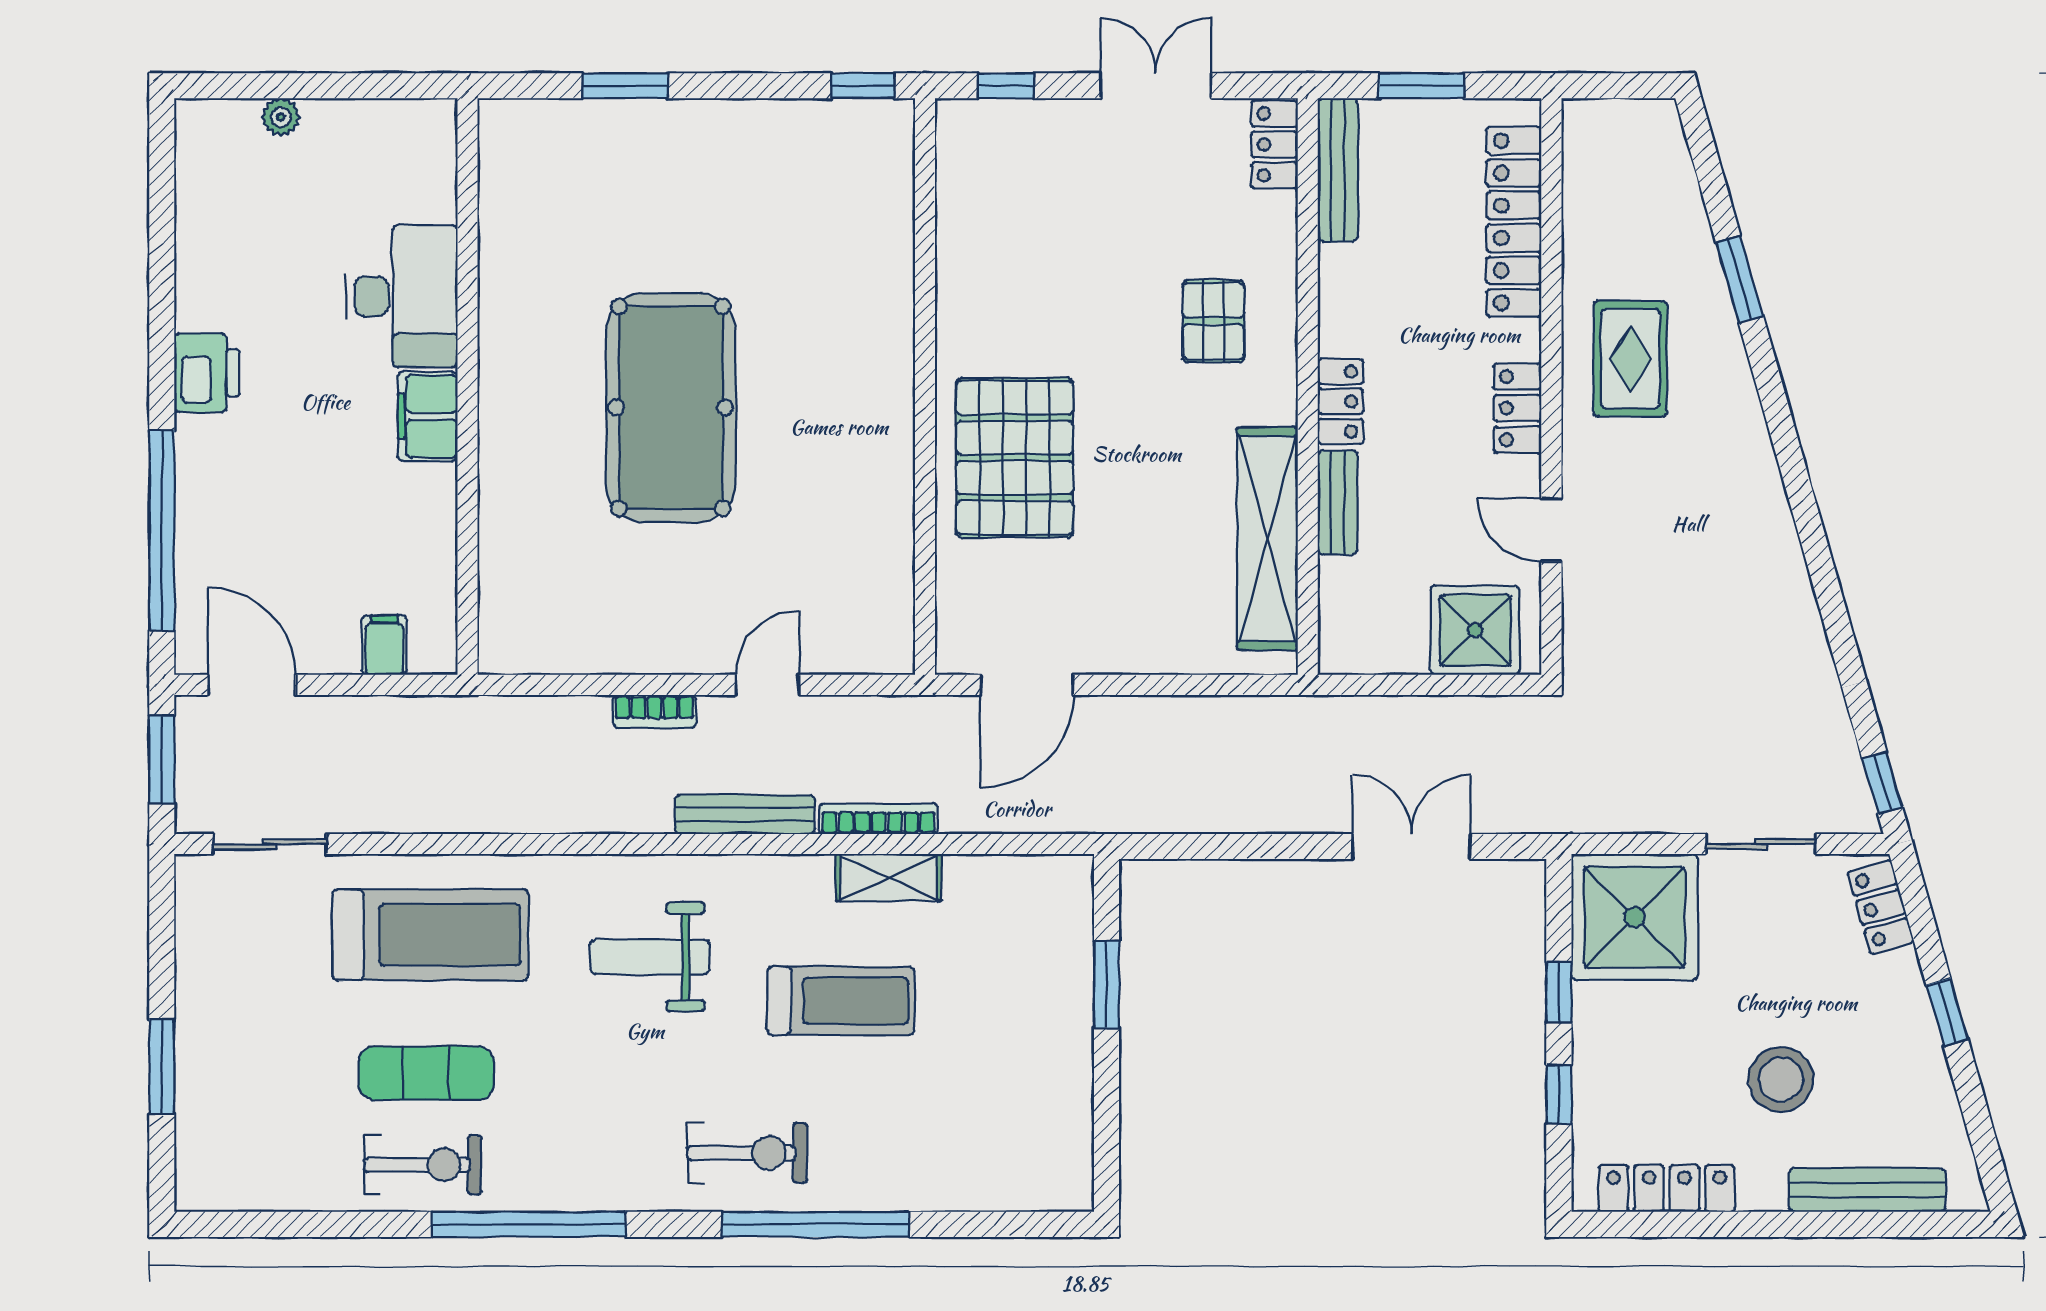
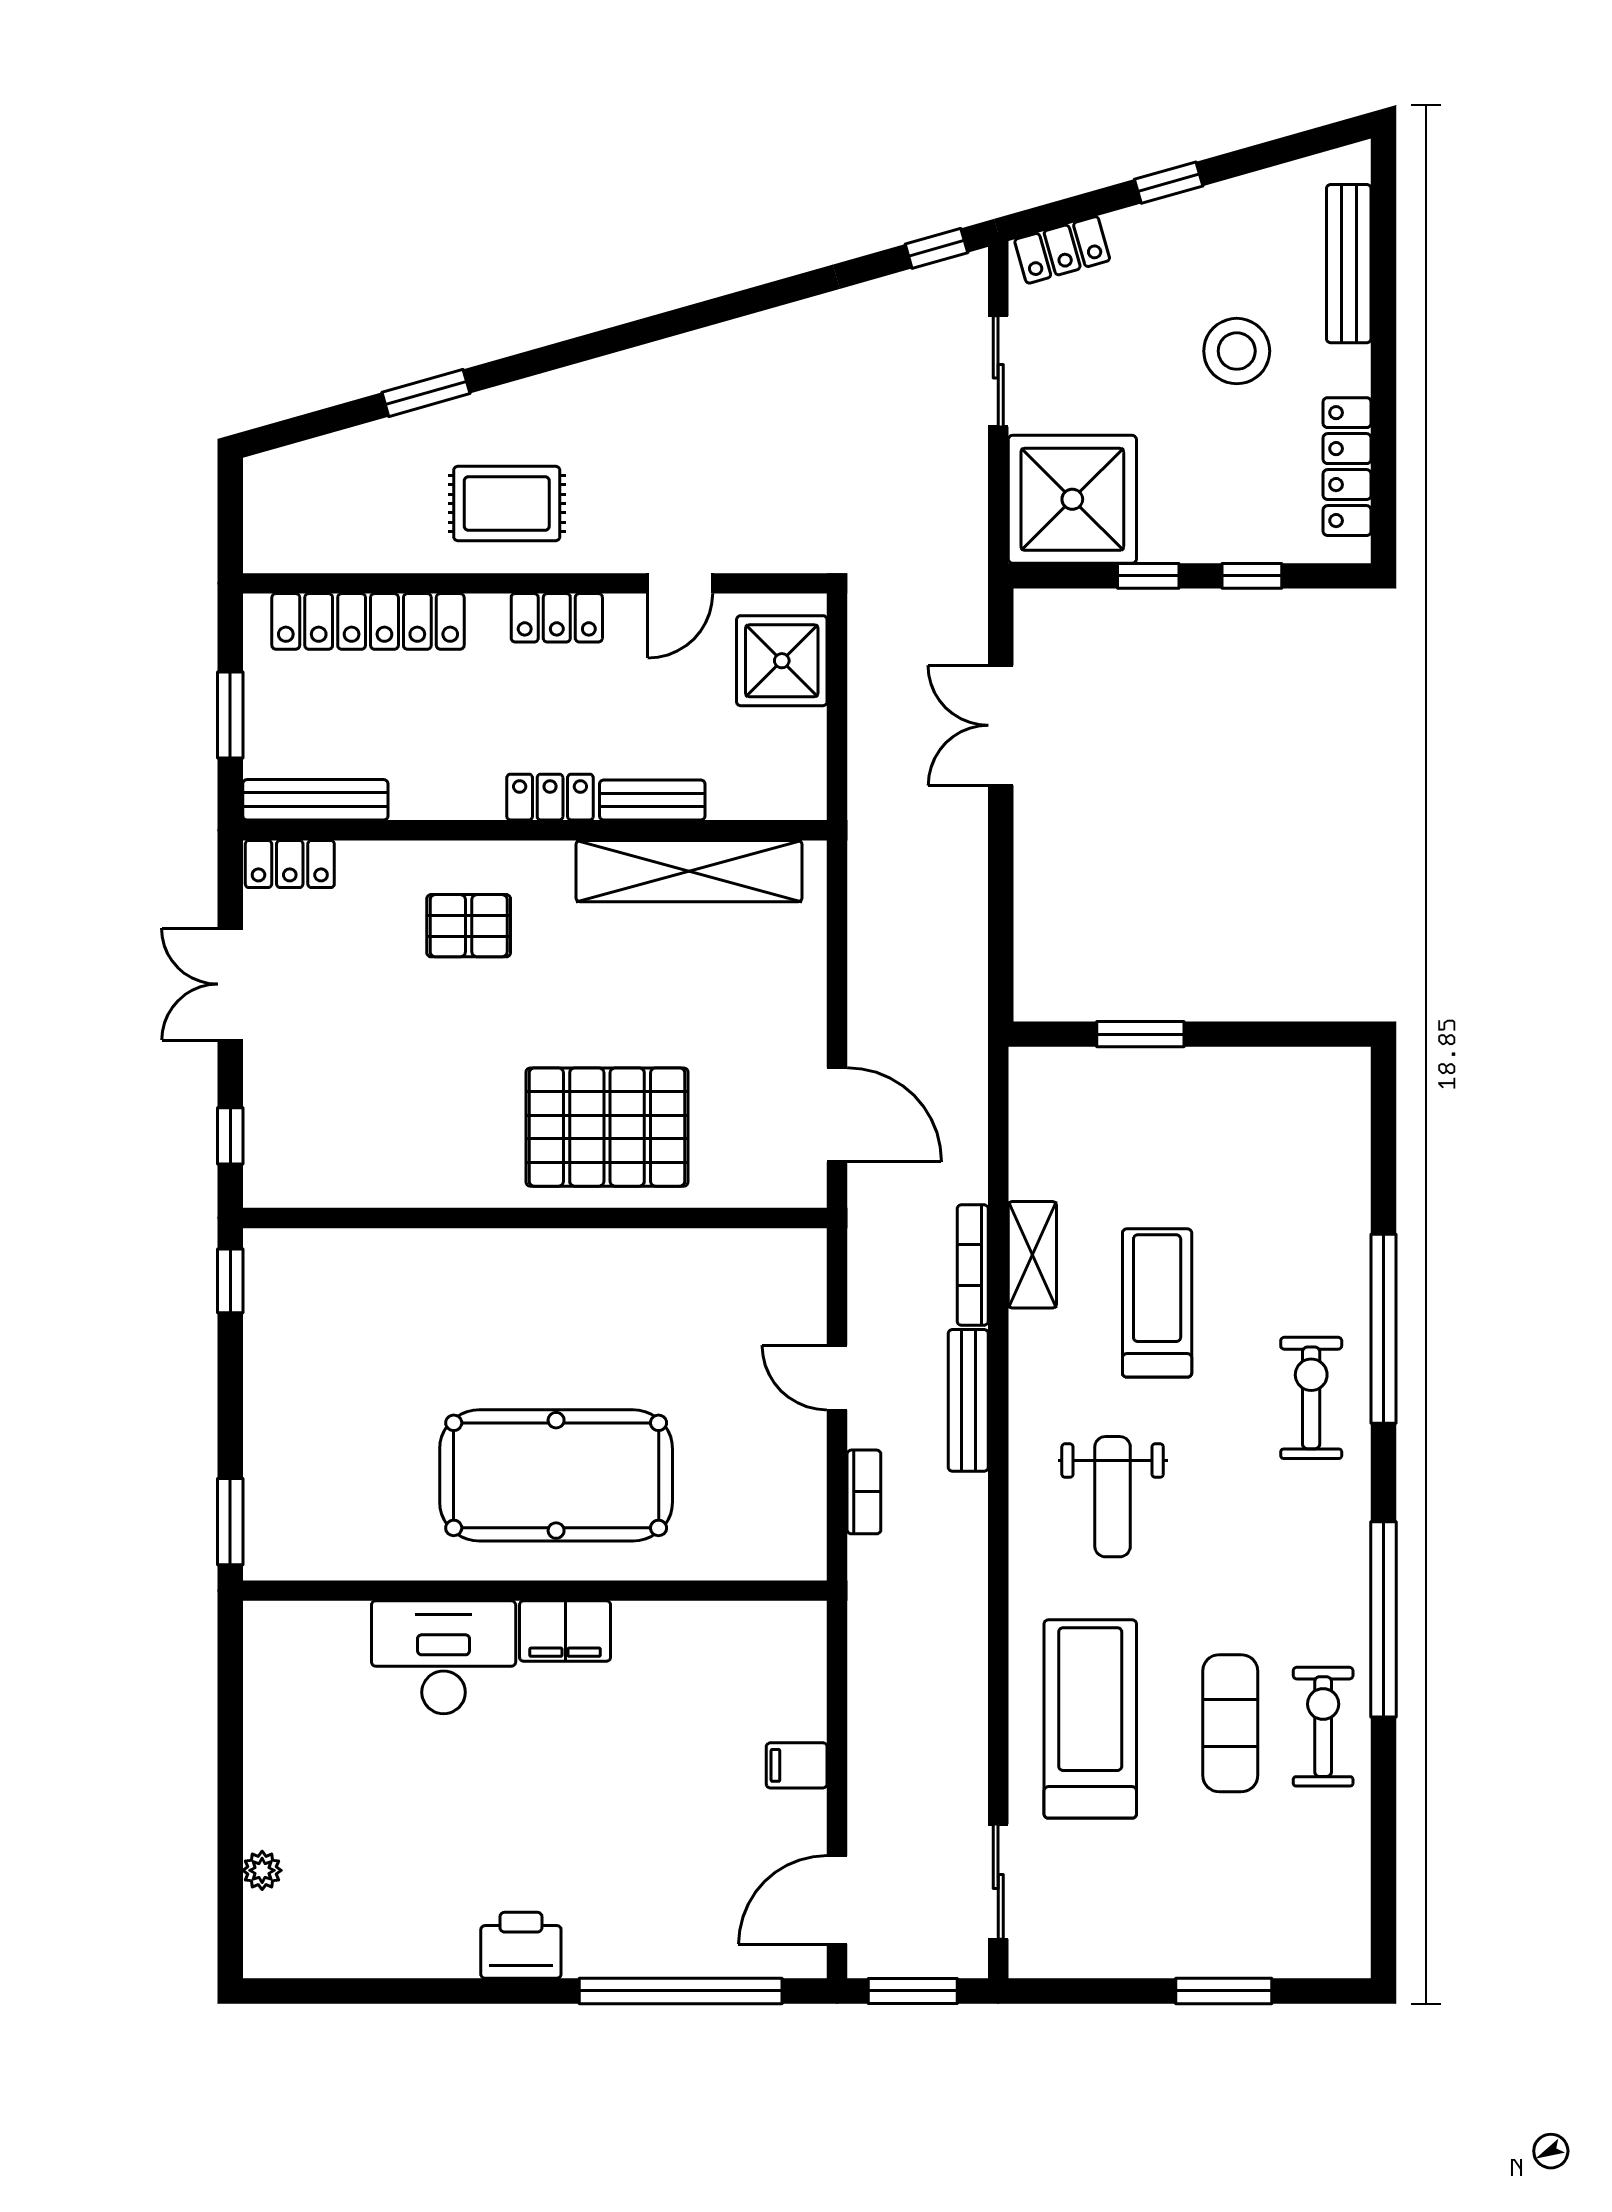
desk: (402, 296) -> (444, 1657), moved
wall: (468, 387) -> (535, 1591), moved
filing cabinet: (428, 416) -> (565, 1631), moved

